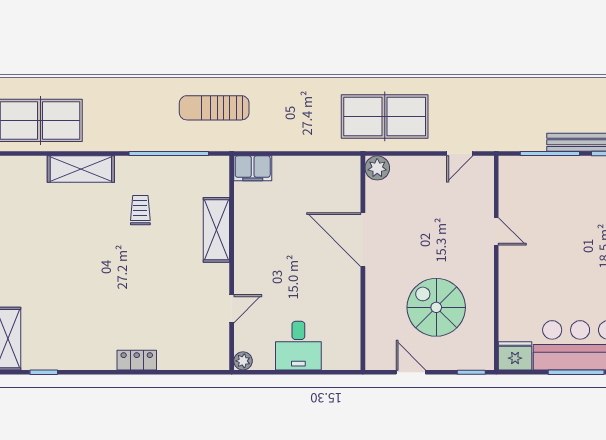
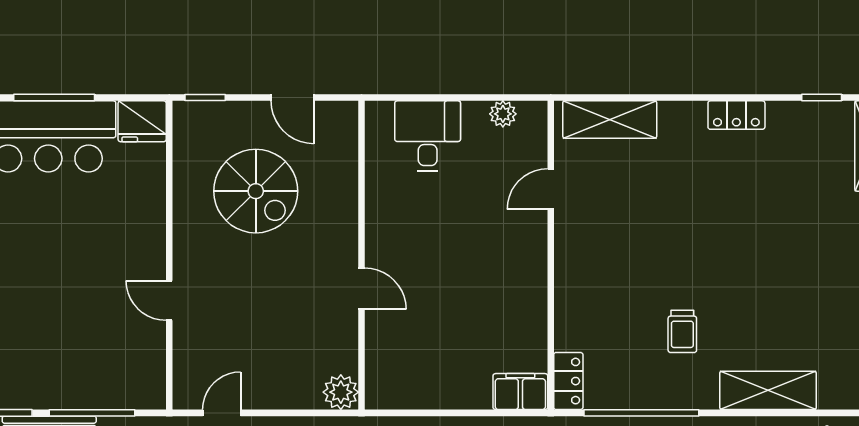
locker: (219, 176) -> (568, 381), added
shelving: (216, 230) -> (610, 119), moved, turned 90
door: (363, 240) -> (361, 289), width x0.53
desk: (298, 346) -> (428, 136), moved
locker: (137, 360) -> (736, 115), moved
plant: (243, 361) -> (503, 114), moved

